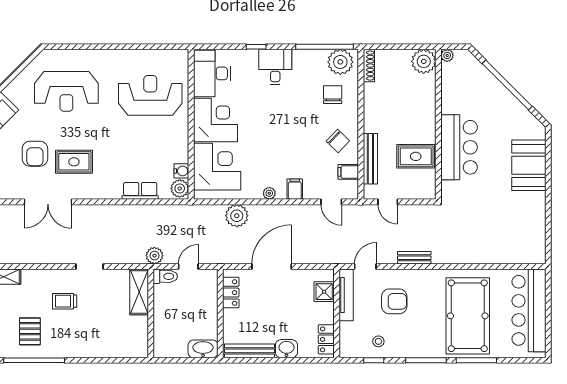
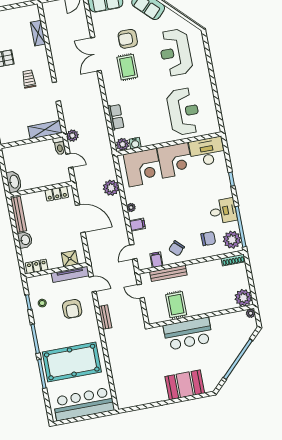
desk: (275, 67) -> (223, 211), moved
door: (388, 202) -> (141, 291), hinge flipped

